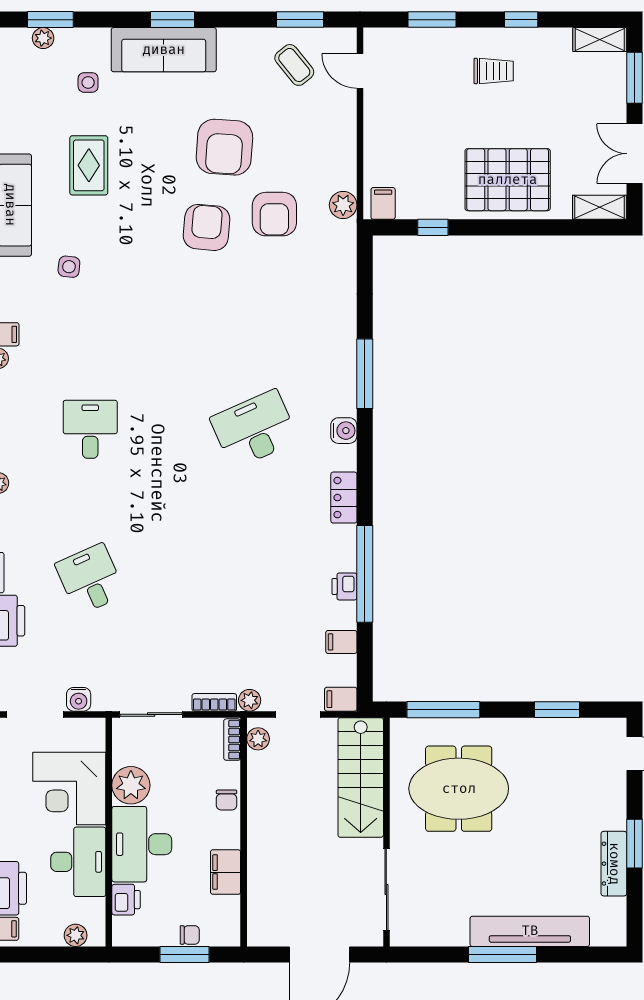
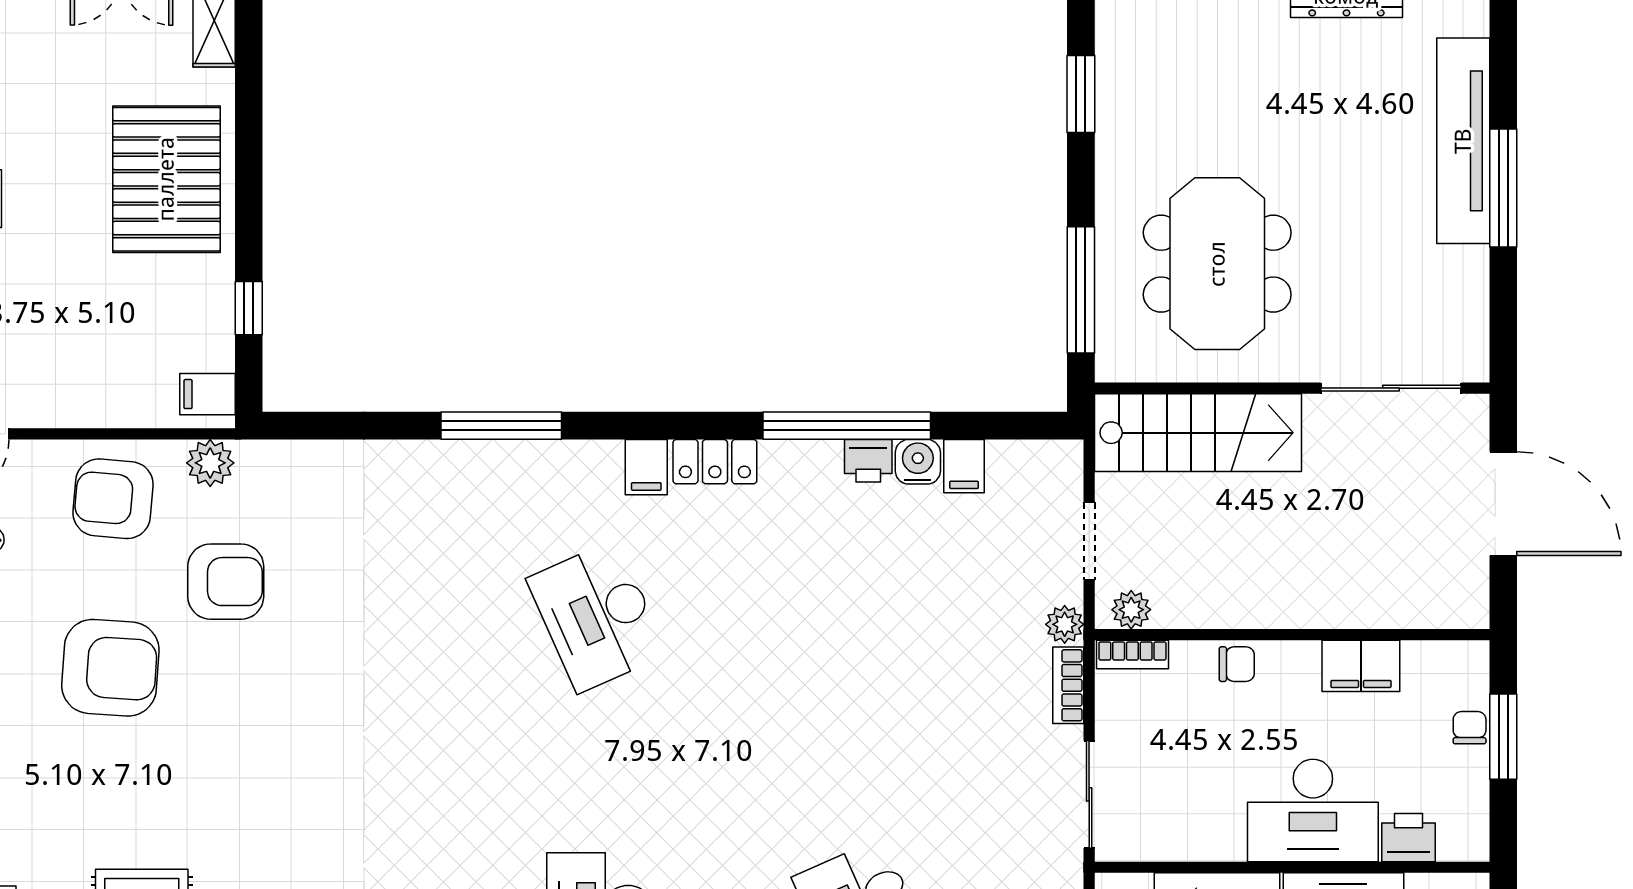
armchair: (207, 227) -> (113, 499), moved
water cooler: (344, 431) -> (918, 462), moved
filing cabinet: (341, 699) -> (646, 467), moved
plant: (131, 785) -> (1211, 829), removed

